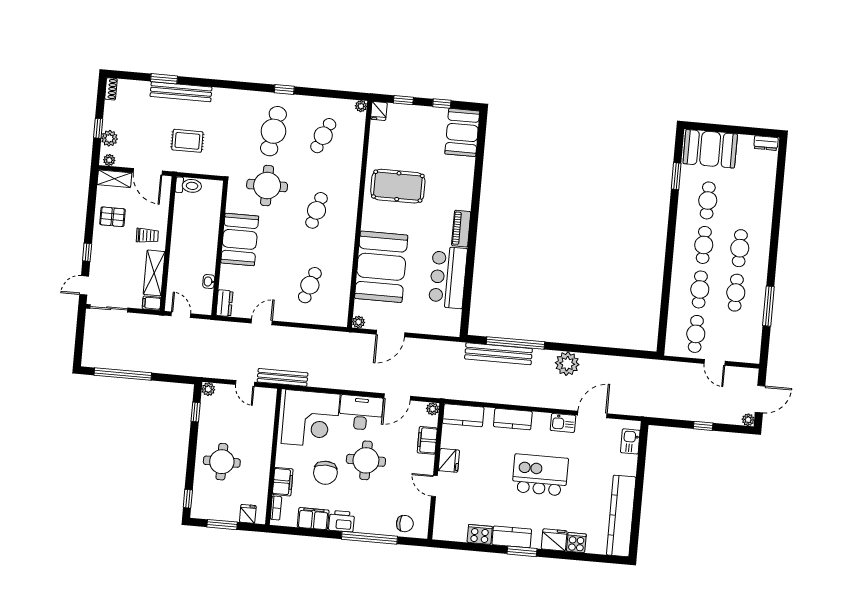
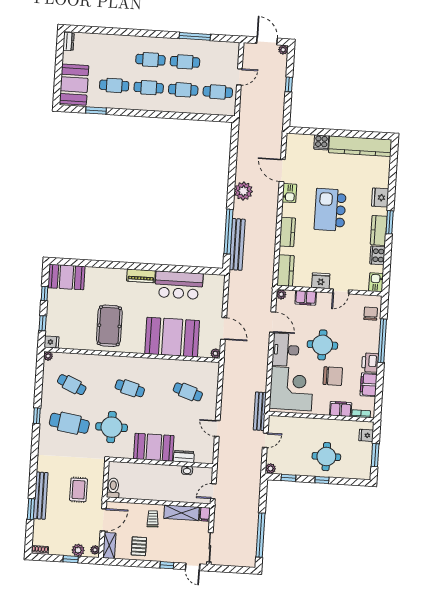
dresser: (224, 303) -> (184, 456), moved
kitchen sink: (630, 441) -> (376, 282), moved, turned 90
window: (188, 499) -> (322, 480), moved
cooker: (576, 543) -> (321, 142), moved, turned -90

